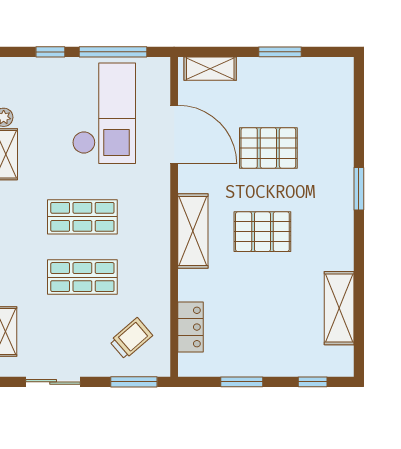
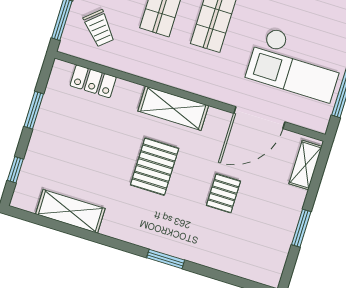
pallet: (268, 148) -> (223, 193), width x0.67, depth x0.71

